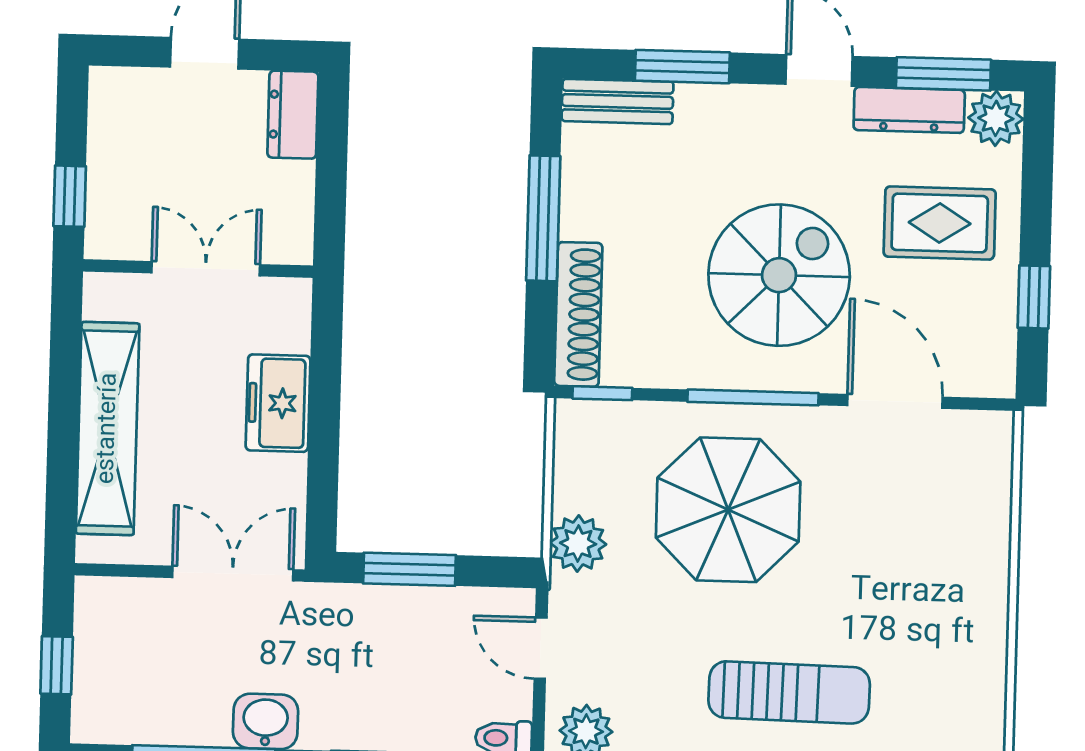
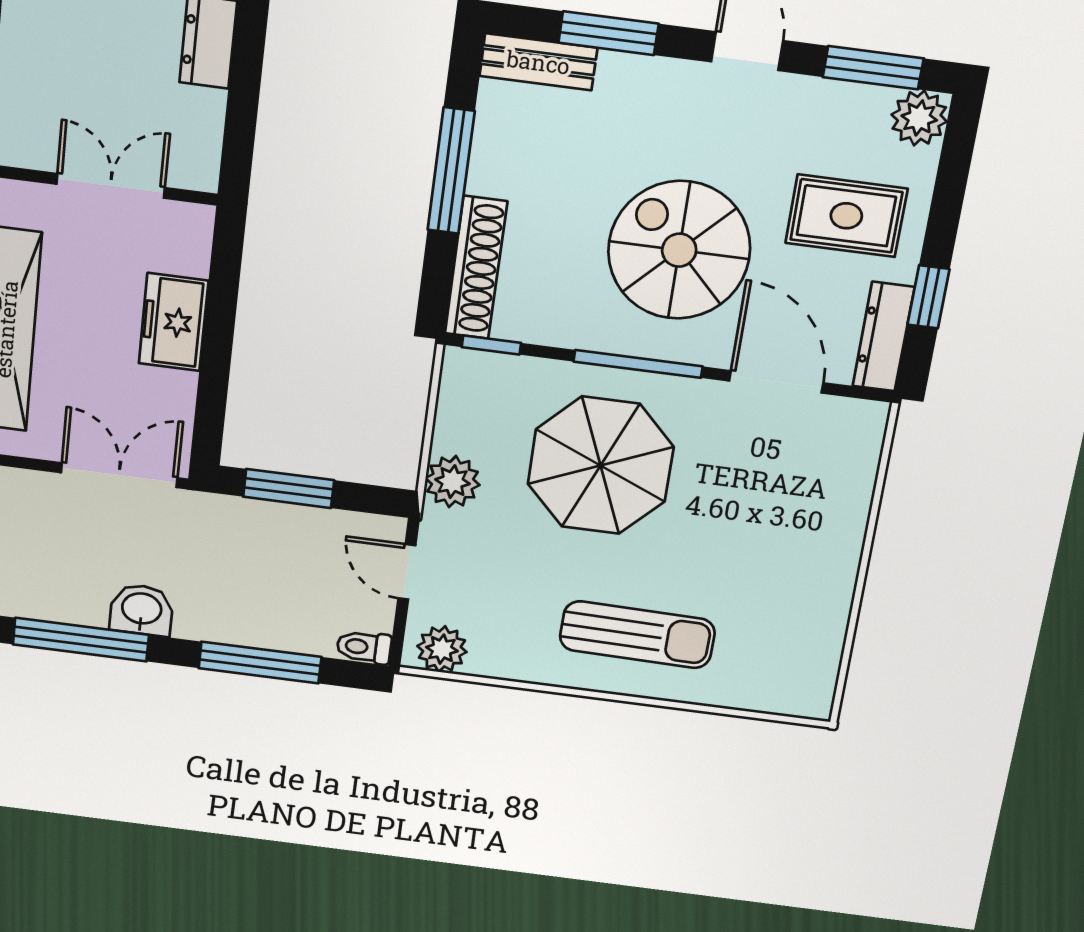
dresser: (909, 110) -> (883, 337), moved, turned 90
spiral stairs: (779, 275) -> (679, 250), turned -90

